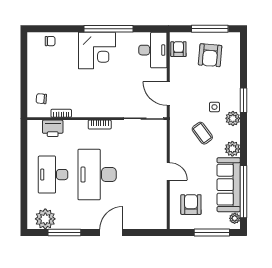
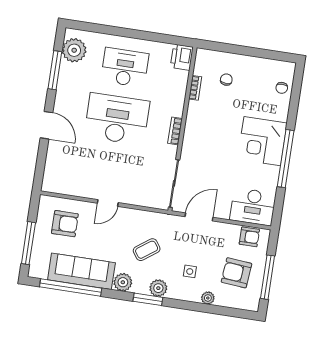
chair: (41, 99) -> (226, 80), moved
window: (243, 100) -> (148, 299), moved
side table: (214, 107) -> (190, 271), moved
printer: (53, 128) -> (182, 57), moved
plant: (235, 218) -> (208, 298), moved

